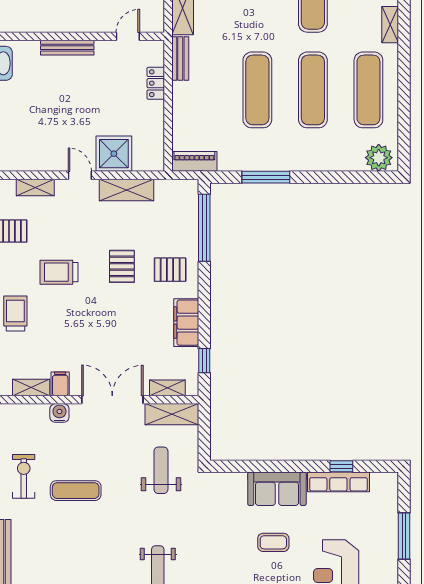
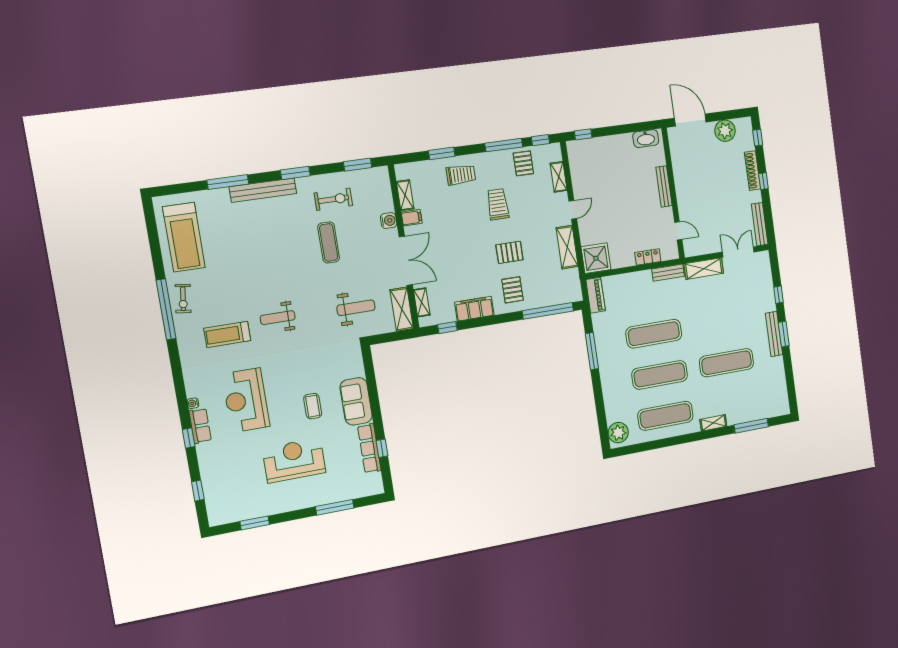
shower: (114, 154) -> (596, 258), moved

